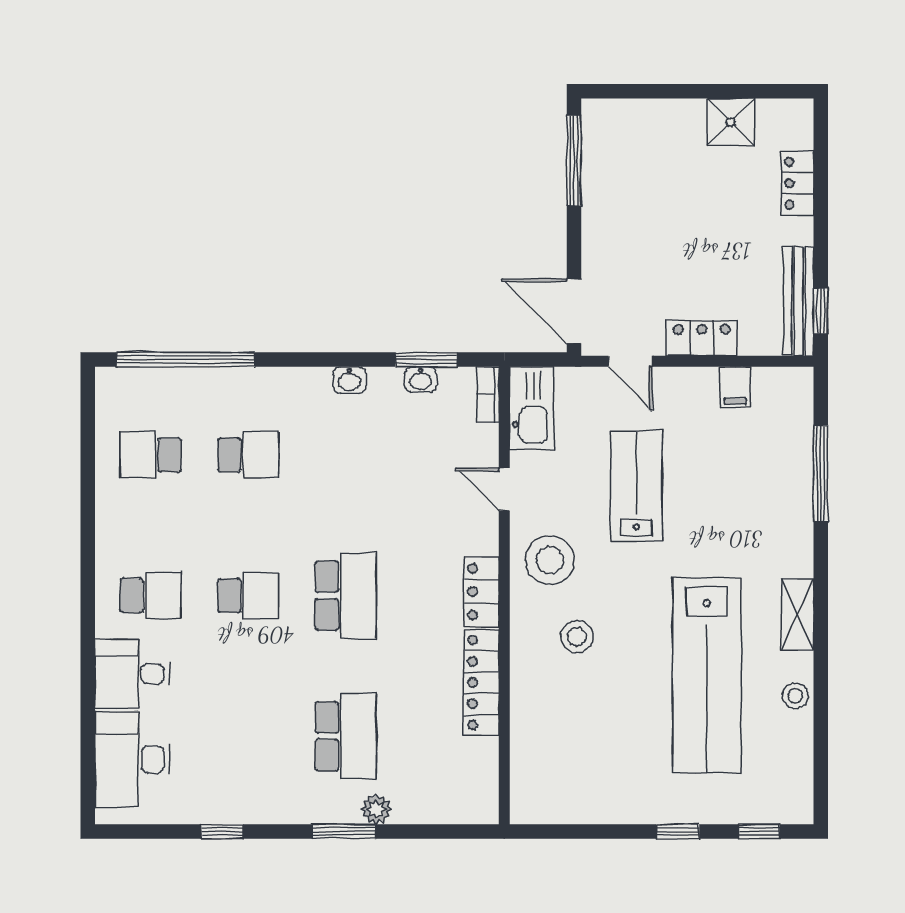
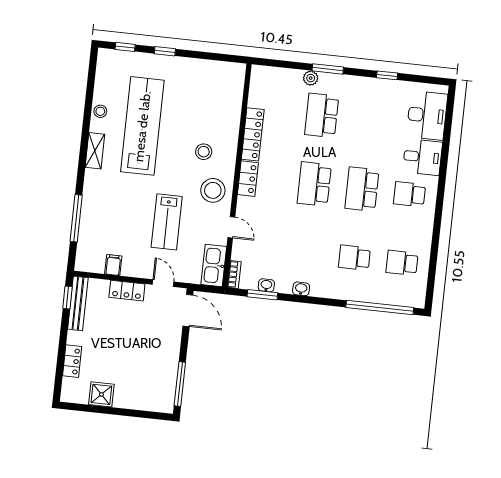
school desk: (151, 455) -> (402, 263), turned 180
school desk: (248, 596) -> (362, 189), width x1.85

